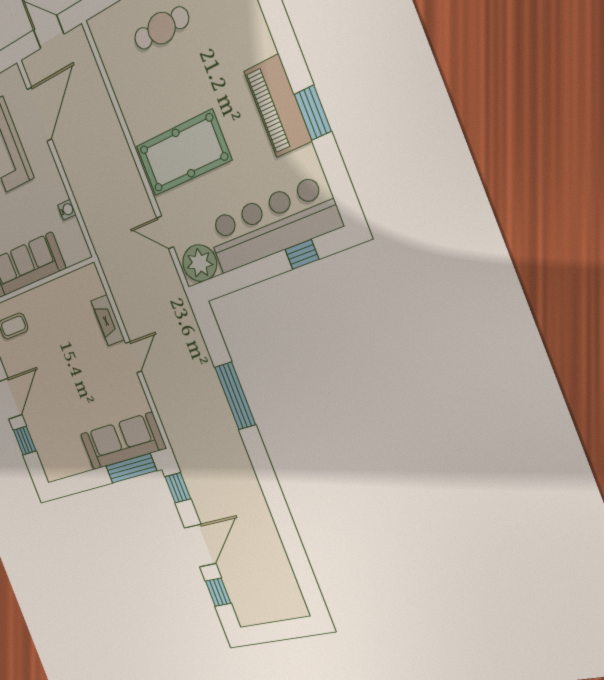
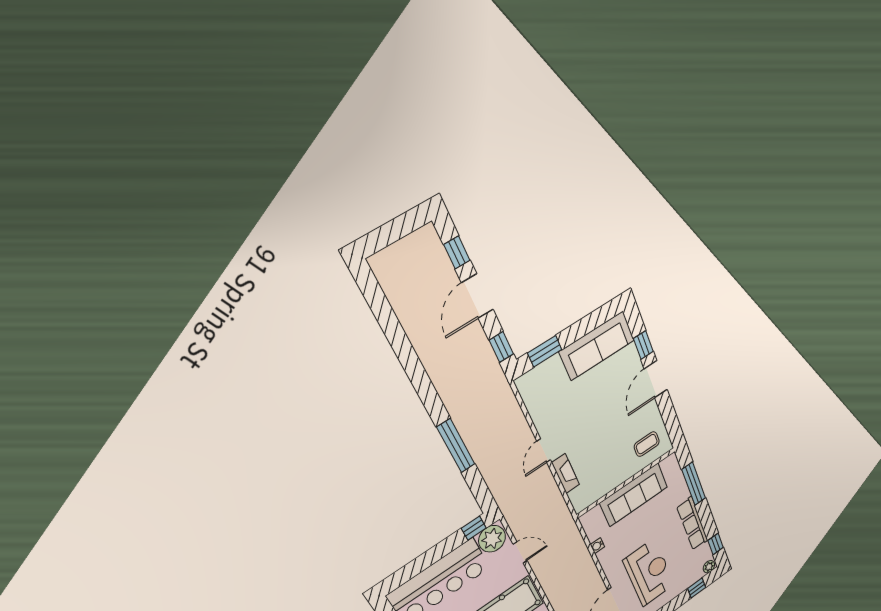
window: (302, 254) -> (474, 528), moved
sofa: (123, 441) -> (597, 346), moved
window: (131, 468) -> (545, 351), width x0.69

